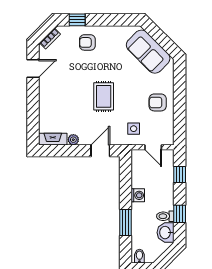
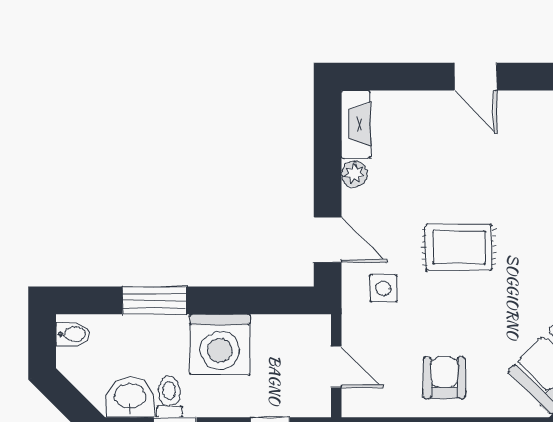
door: (33, 68) -> (476, 77), moved
side table: (134, 129) -> (383, 288), moved
door: (153, 147) -> (336, 367), swing flipped
washing machine: (138, 195) -> (220, 344), width x1.89, depth x1.89

